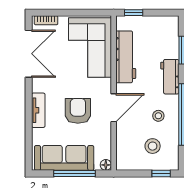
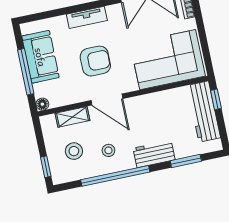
workbench: (126, 57) -> (204, 112), moved, turned 90
shelving: (122, 141) -> (72, 117), added
sofa: (64, 158) -> (40, 57), width x0.73

